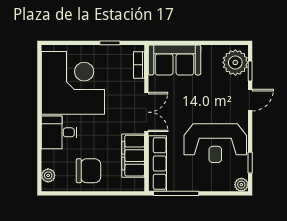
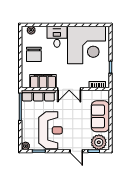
sofa: (174, 60) -> (100, 116), moved
reception desk: (215, 143) -> (50, 130), turned 180

